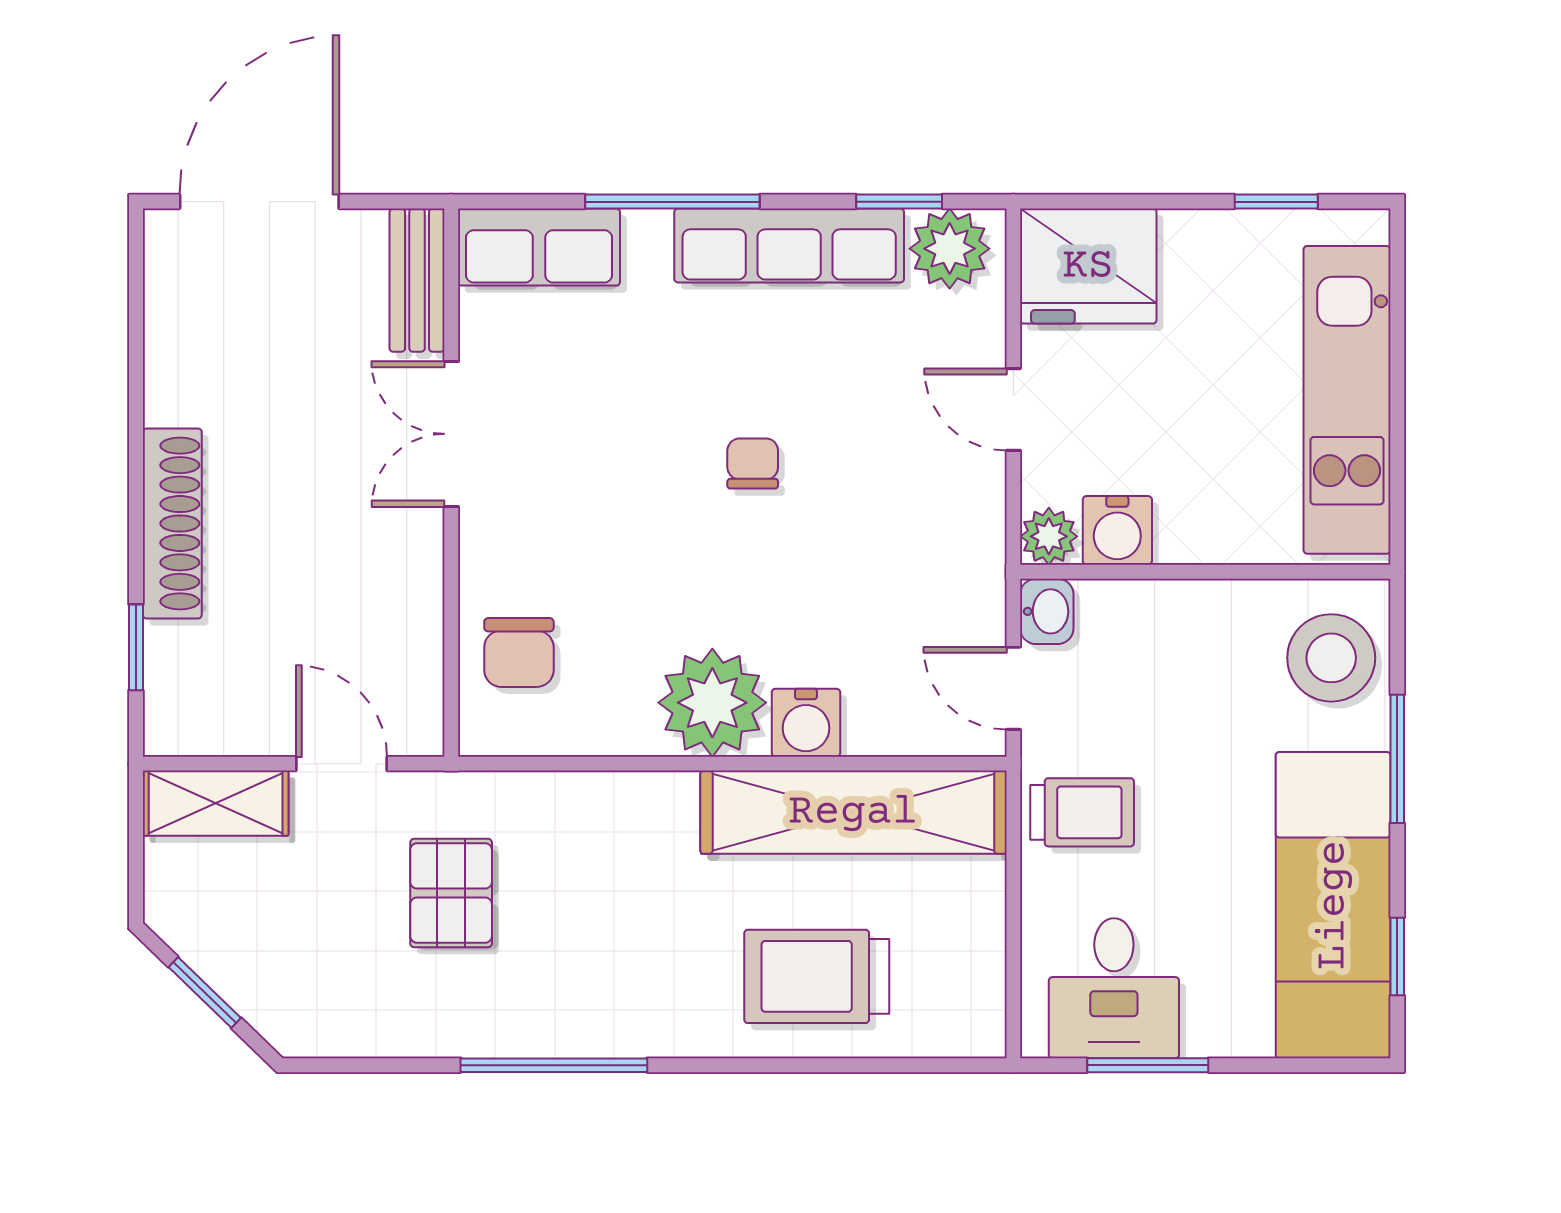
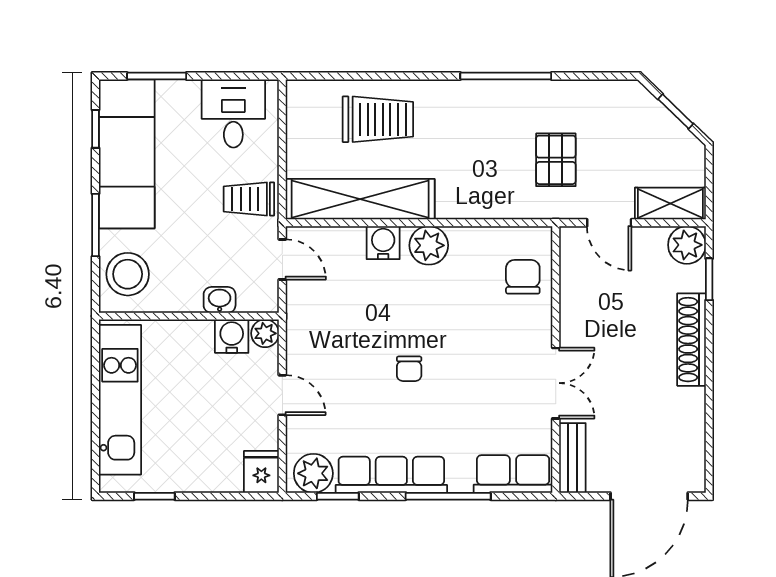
fridge: (1088, 266) -> (261, 472), width x0.53, depth x0.75
washbasin: (1047, 611) -> (220, 300), moved, turned 90
plant: (712, 703) -> (429, 245), width x0.73, depth x0.73
plant: (182, 718) -> (687, 245), added
window: (1148, 1065) -> (157, 76), moved

